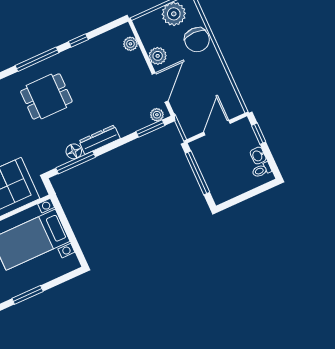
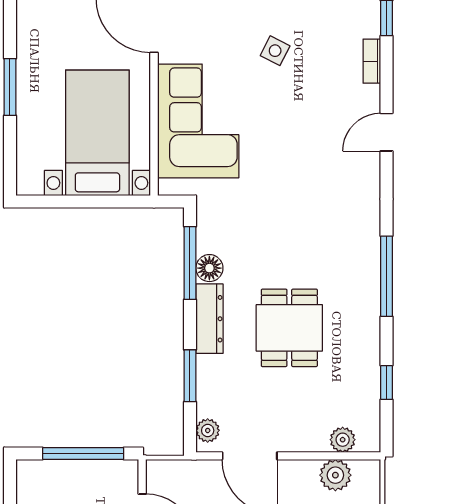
window: (78, 40) -> (387, 383), moved
plant: (158, 56) -> (335, 475), moved
dining table: (46, 96) -> (289, 328), moved
window: (150, 129) -> (190, 376), moved

